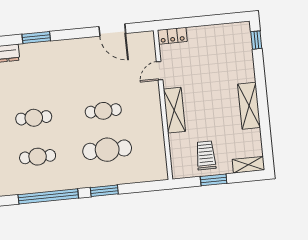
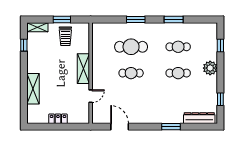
locker: (172, 36) -> (58, 119), moved
window: (256, 40) -> (24, 45), moved
shelving: (249, 106) -> (33, 89), moved
window: (48, 196) -> (174, 19), width x0.47

